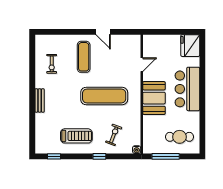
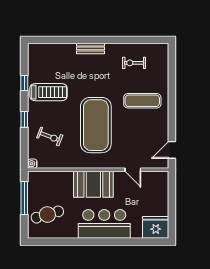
door: (103, 32) -> (172, 150), moved
exercise mat: (104, 96) -> (96, 125), width x1.47
treadmill: (76, 136) -> (48, 92), turned -90
cafe table: (180, 137) -> (47, 215), turned 74
window: (54, 156) -> (24, 83), moved

